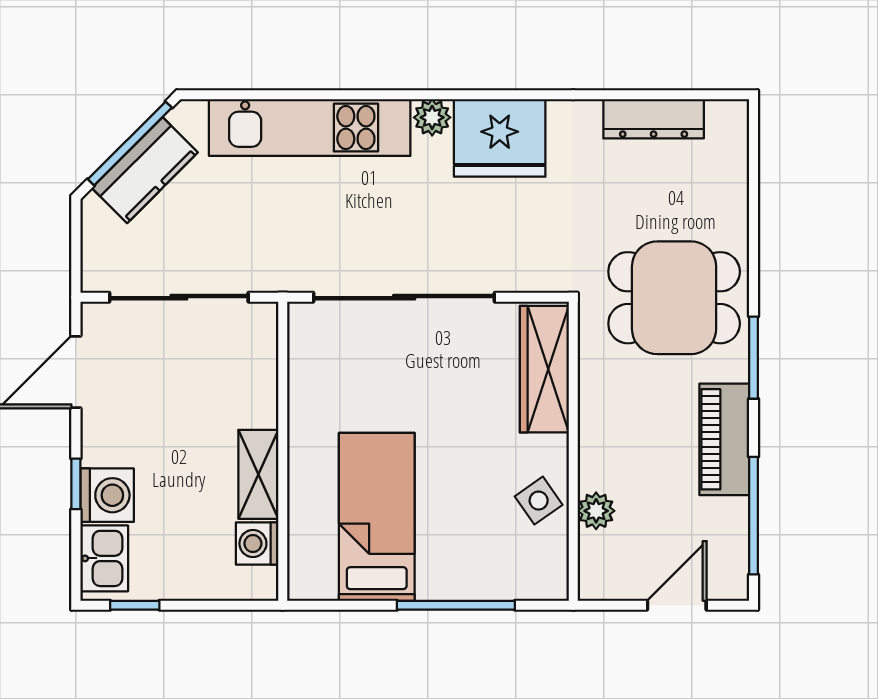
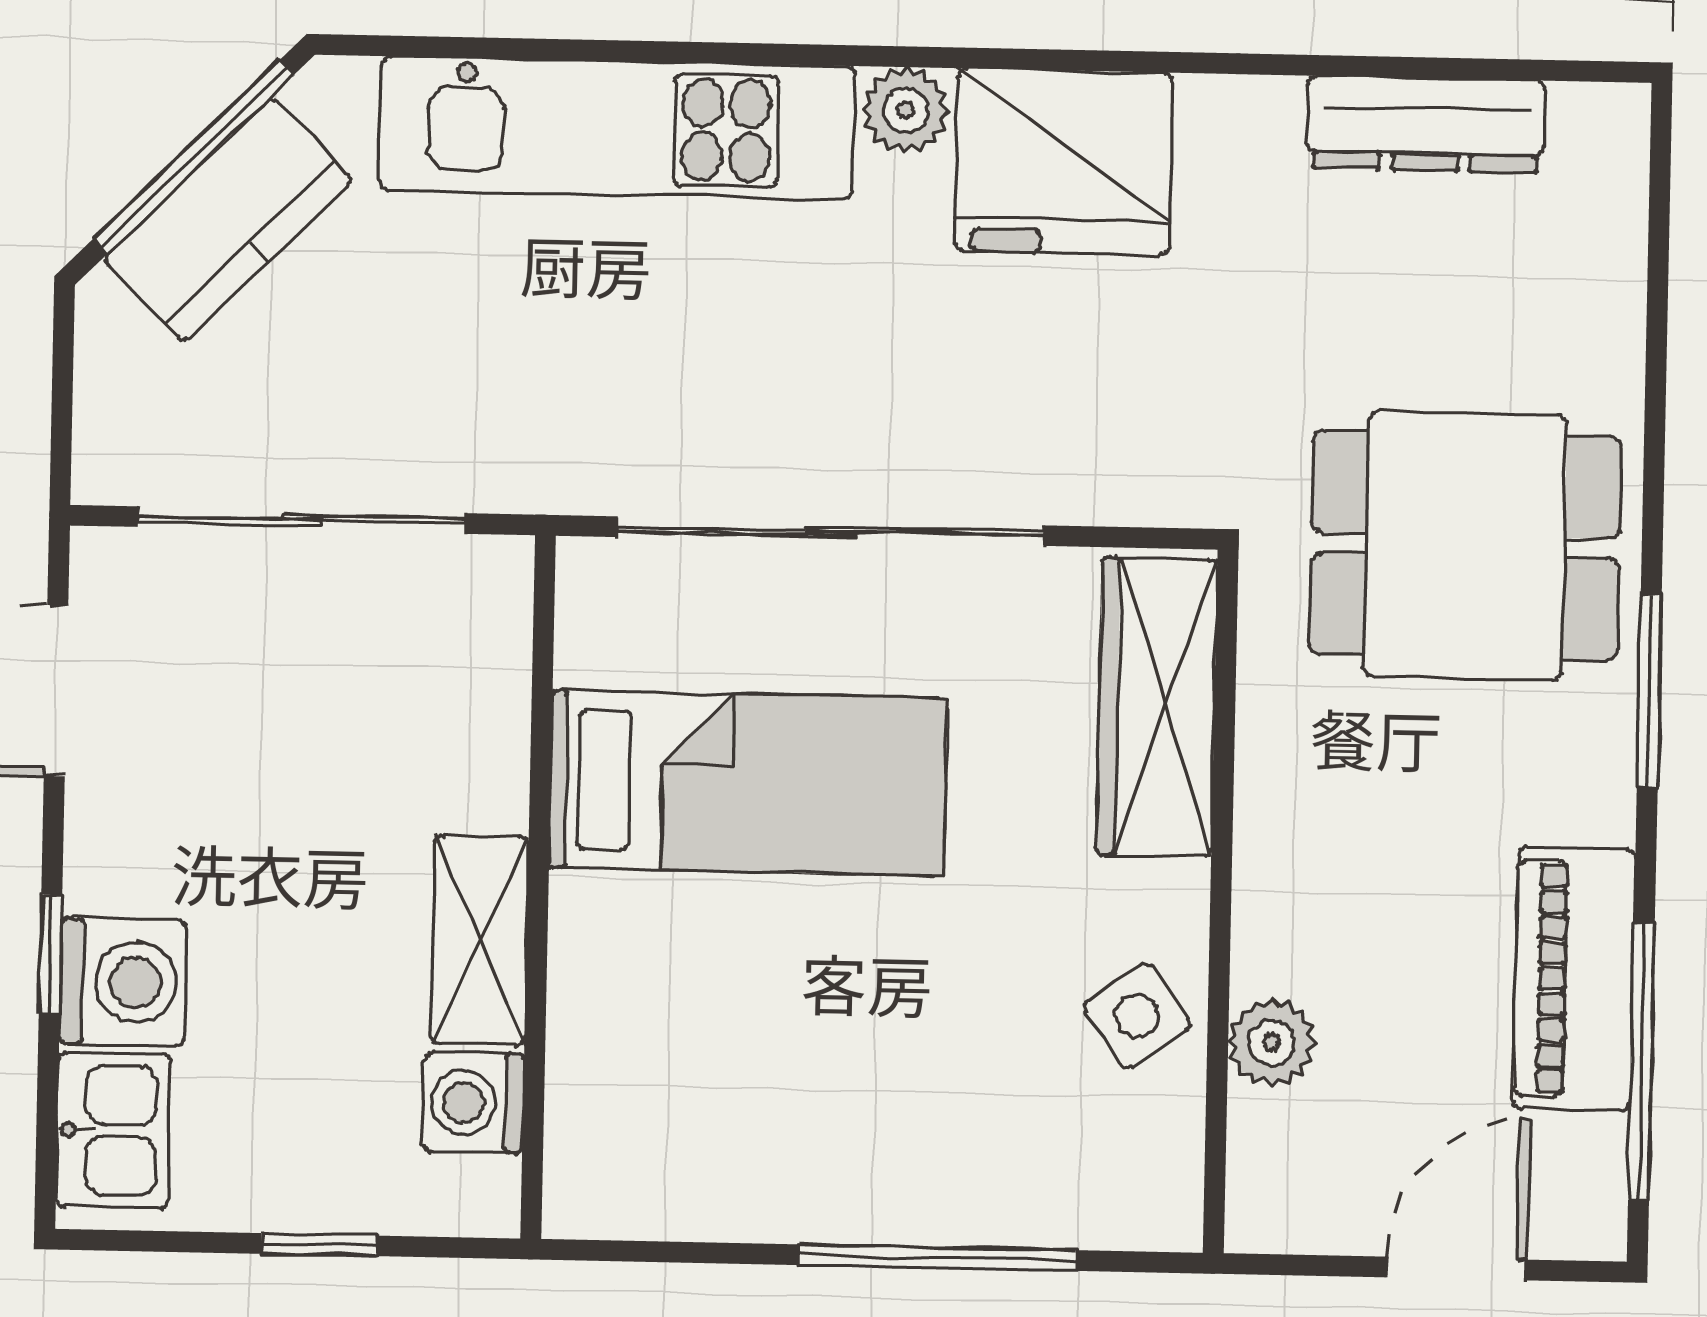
piano: (724, 439) -> (1574, 979), moved
bed: (377, 517) -> (748, 783), moved, turned 90
window: (135, 605) -> (320, 1245), moved

